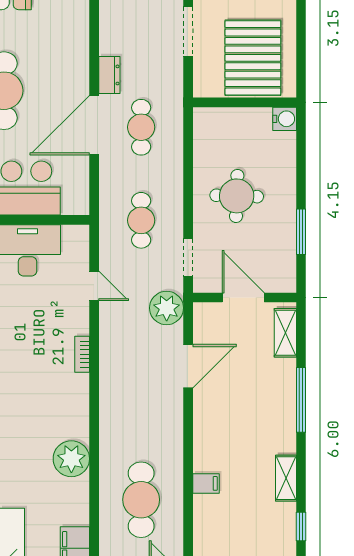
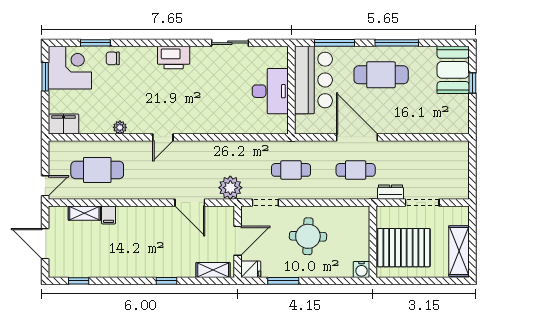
dresser: (109, 75) -> (391, 192), moved, turned 180
fridge: (284, 278) -> (251, 269), added
door: (94, 286) -> (163, 137), moved
bookcase: (82, 354) -> (198, 129), removed
window: (301, 400) -> (167, 281), width x0.46
plant: (71, 459) -> (120, 127), width x0.53, depth x0.53
shelving: (286, 478) -> (84, 213), moved

